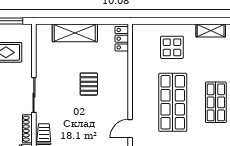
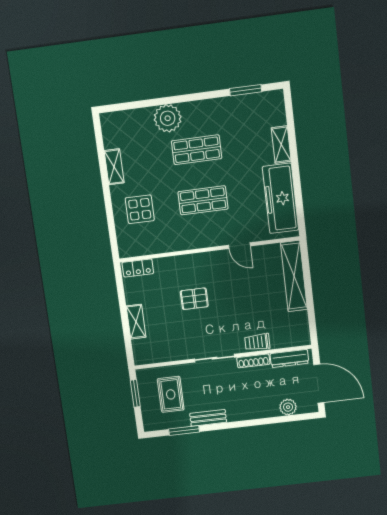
shelving: (75, 33) -> (136, 322), width x0.67, depth x0.75
shop shelf: (173, 102) -> (203, 200), width x0.70, depth x0.74

